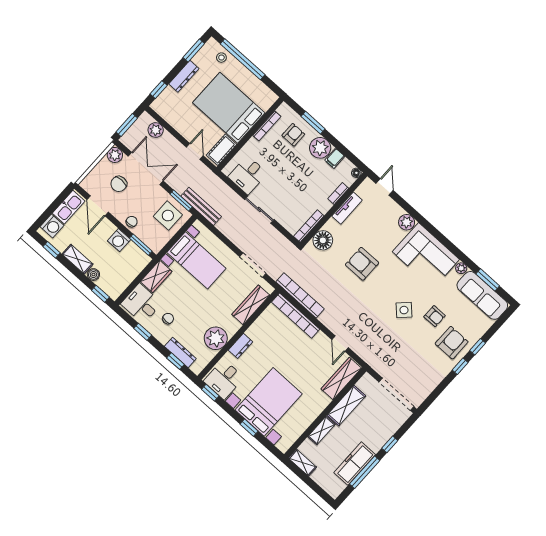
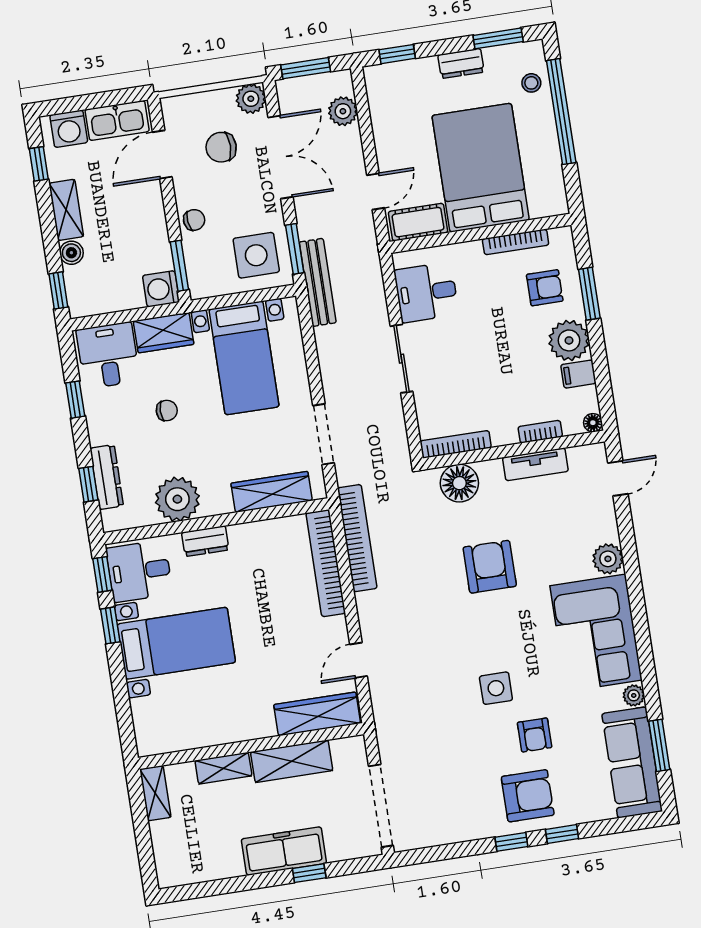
dresser: (184, 76) -> (461, 63), width x0.70
washing machine: (119, 240) -> (161, 289), moved
side table: (404, 310) -> (496, 688), turned 45
chair: (168, 319) -> (167, 410), moved
bed with nightstands: (269, 402) -> (176, 643), width x0.73
window: (249, 428) -> (110, 625), moved
freezer: (355, 464) -> (284, 851), moved
window: (365, 472) -> (237, 884), removed

